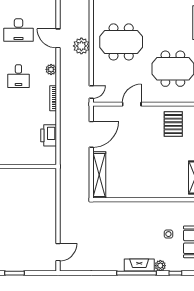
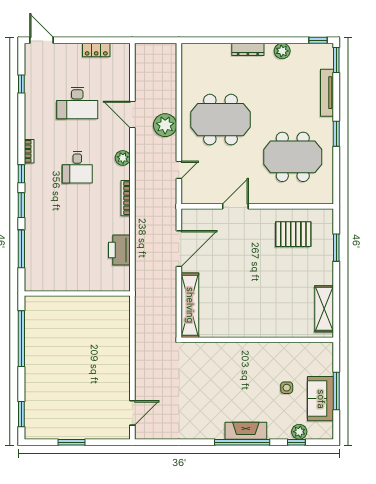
door: (91, 92) -> (179, 170), moved
pallet: (173, 124) -> (293, 234), turned 90
plant: (160, 266) -> (299, 432), moved

